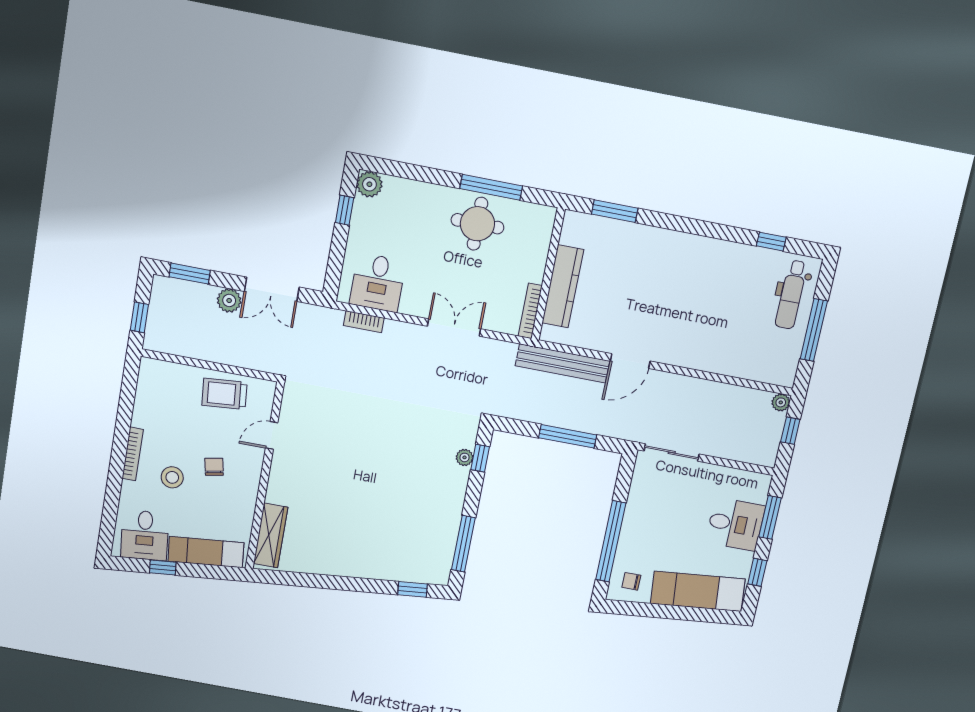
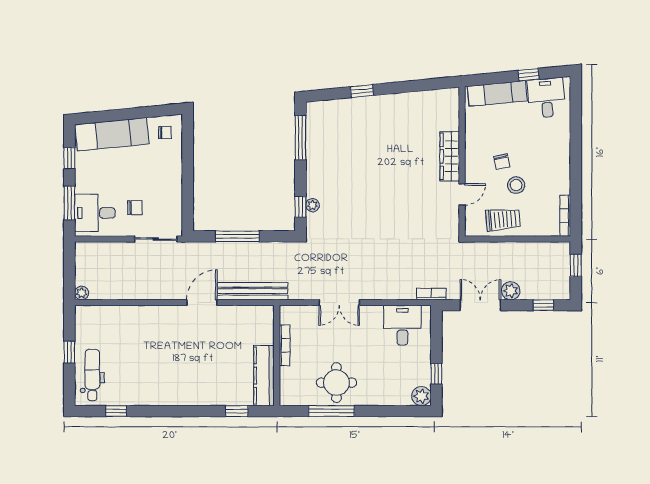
window: (615, 211) -> (237, 411), width x0.67
window: (190, 274) -> (543, 305), width x0.67
kitchen counter: (563, 286) -> (264, 376), moved
bookcase: (530, 311) -> (285, 345), moved
bookcase: (364, 322) -> (431, 294), moved
window: (814, 330) -> (69, 352), width x0.46
window: (790, 431) -> (69, 273), removed
bookcase: (133, 454) -> (565, 216), moved
stool: (172, 477) -> (516, 185), moved
chair: (689, 496) -> (135, 208), added
desk: (735, 524) -> (95, 213), moved
wardrobe: (271, 535) -> (450, 156), moved
window: (611, 541) -> (188, 161), removed
window: (413, 589) -> (362, 91), moved

